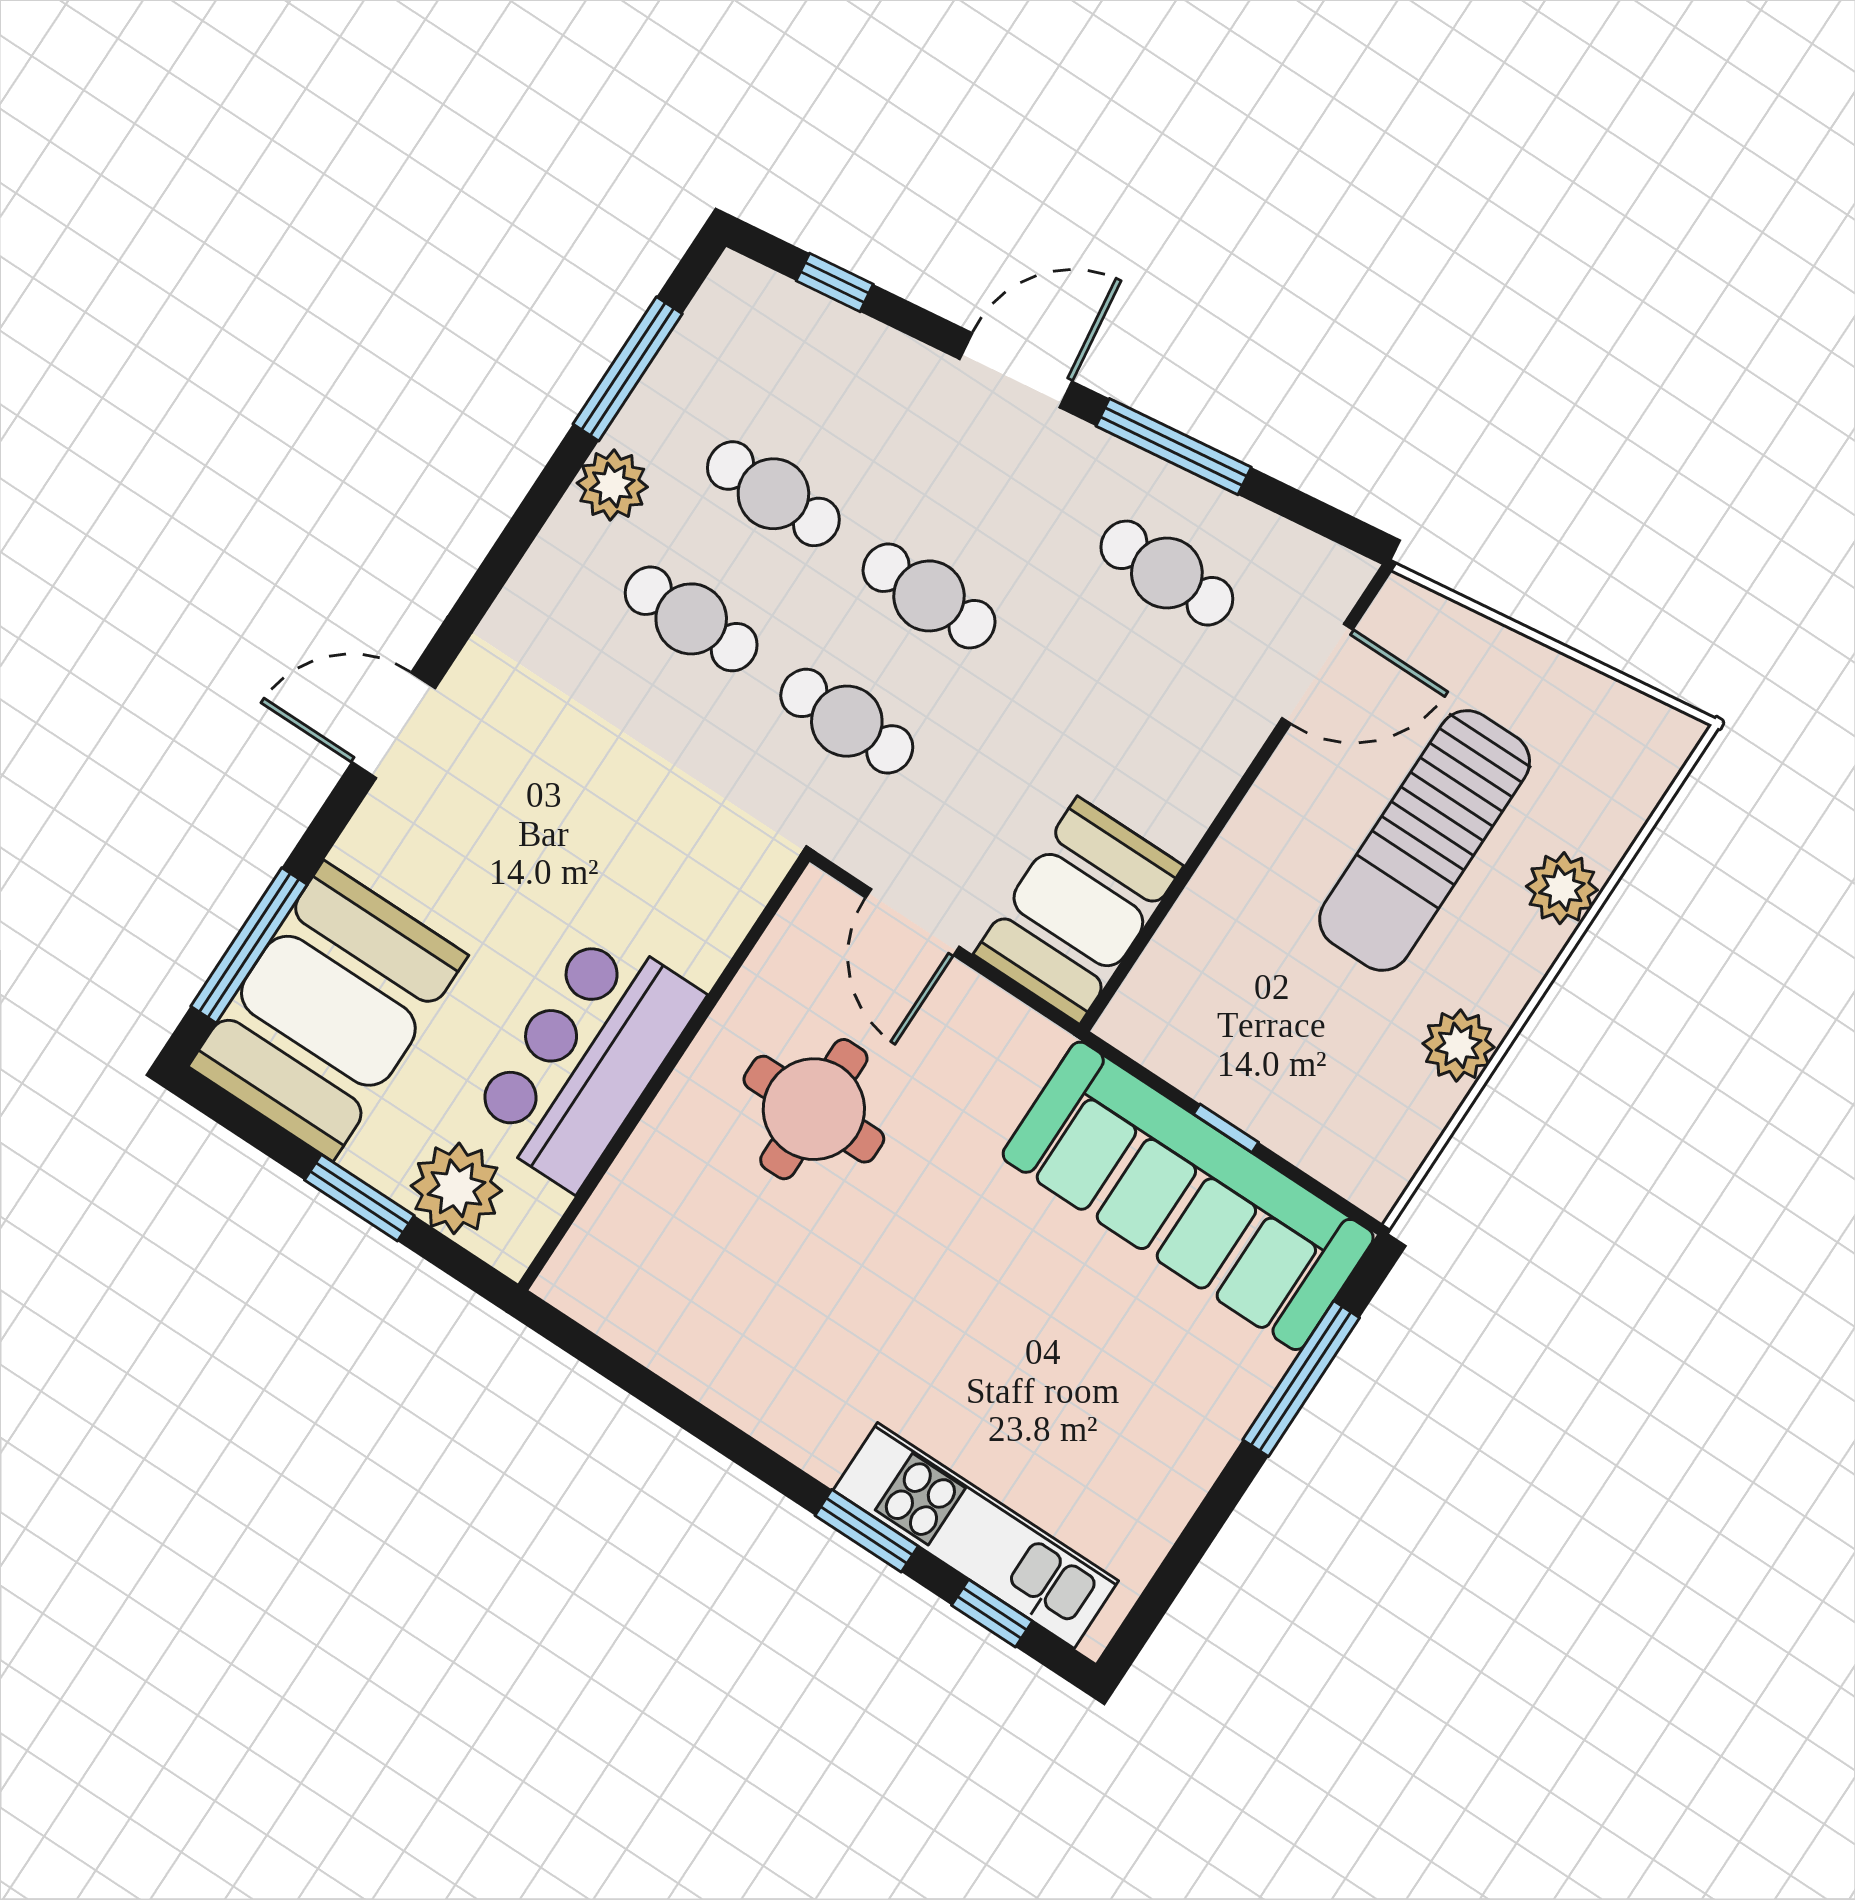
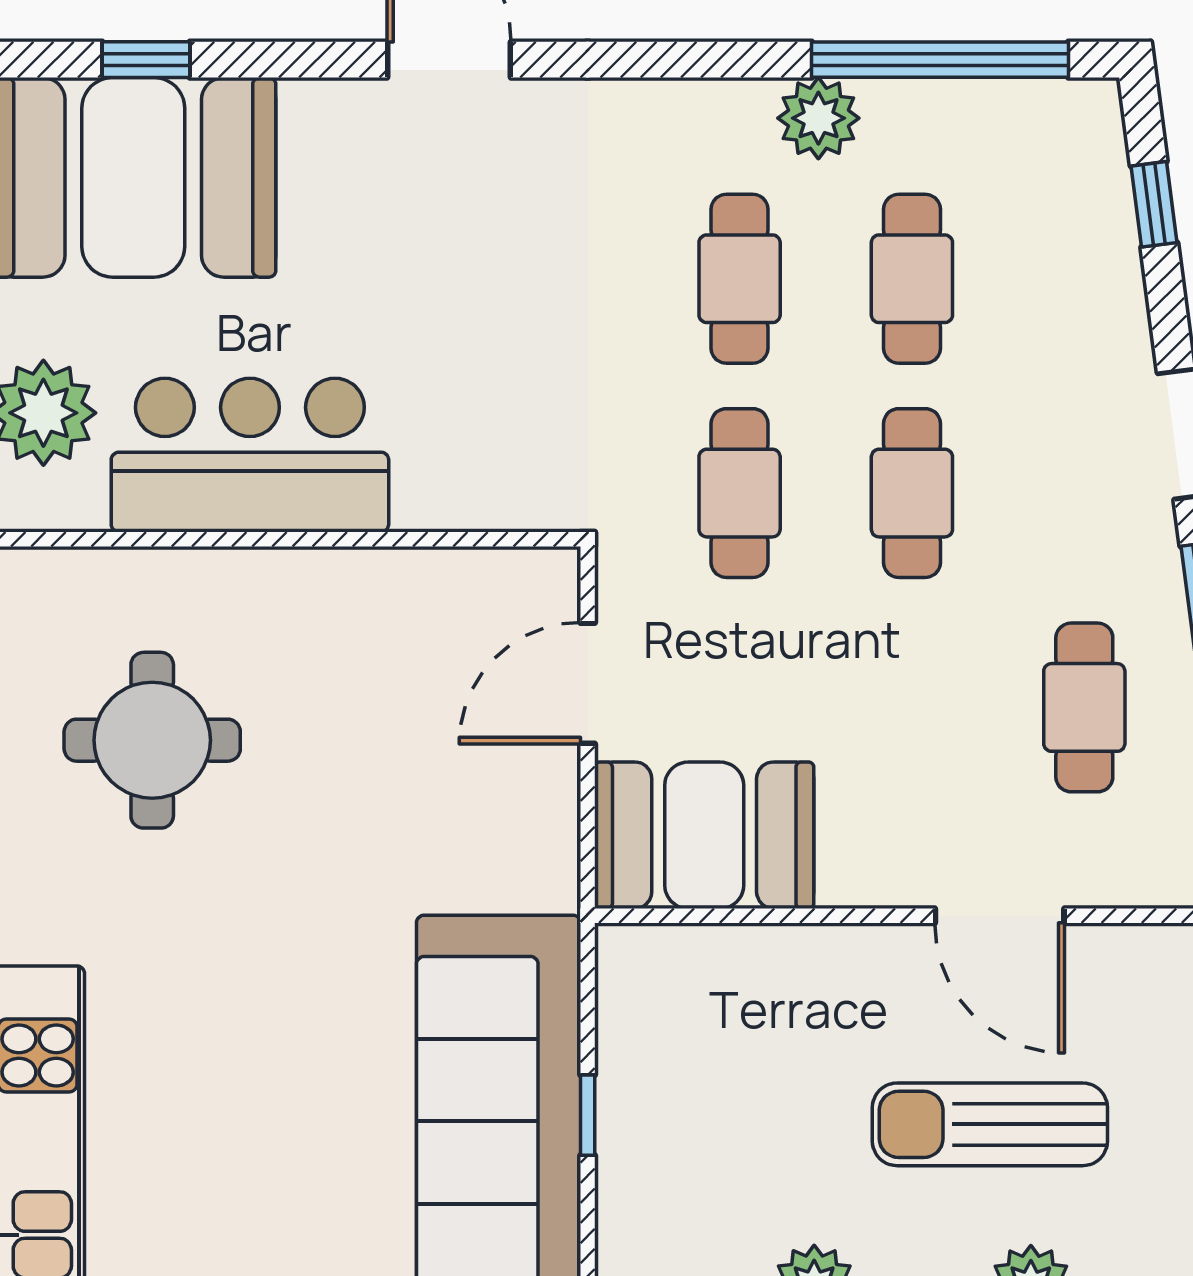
window: (628, 369) -> (940, 60), width x1.46
door: (1317, 674) -> (1000, 916), moved
sun lounger: (1425, 840) -> (990, 1124), width x0.73, depth x0.75
window: (249, 945) -> (146, 60), width x0.46
round table: (814, 1109) -> (152, 740), moved

